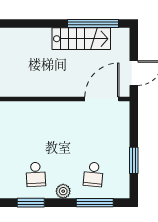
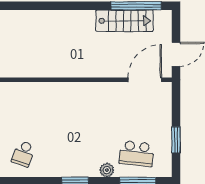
school desk: (36, 174) -> (80, 154), removed
school desk: (93, 174) -> (136, 154), width x1.85

